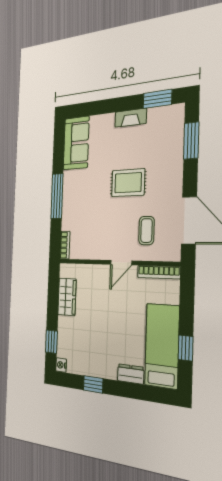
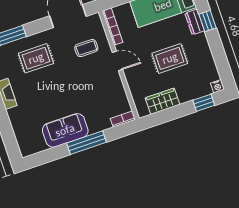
sofa: (76, 143) -> (65, 130), moved
rug: (128, 183) -> (36, 58), moved, turned 90
rug: (104, 325) -> (170, 58), added
window: (93, 384) -> (207, 21), moved

